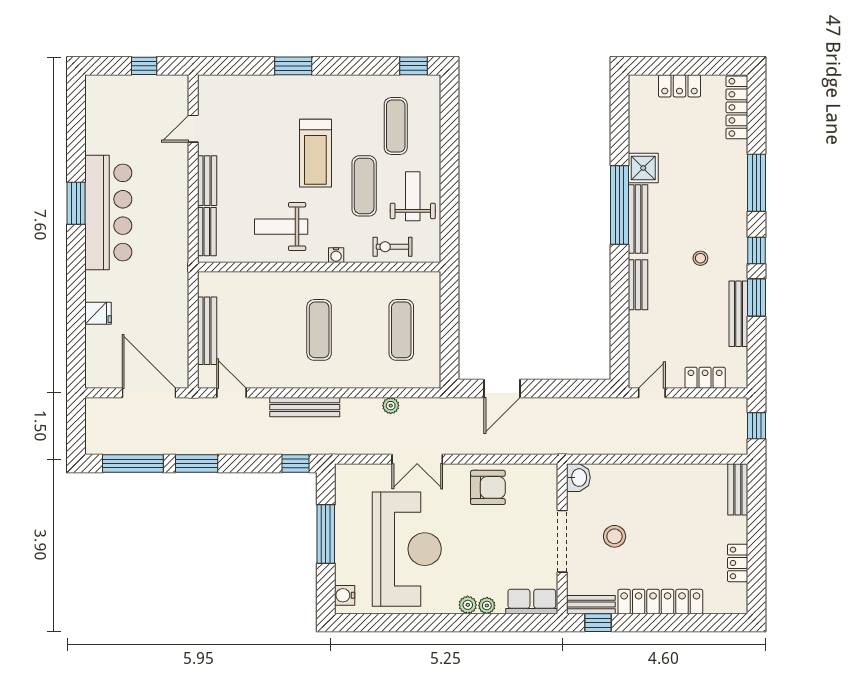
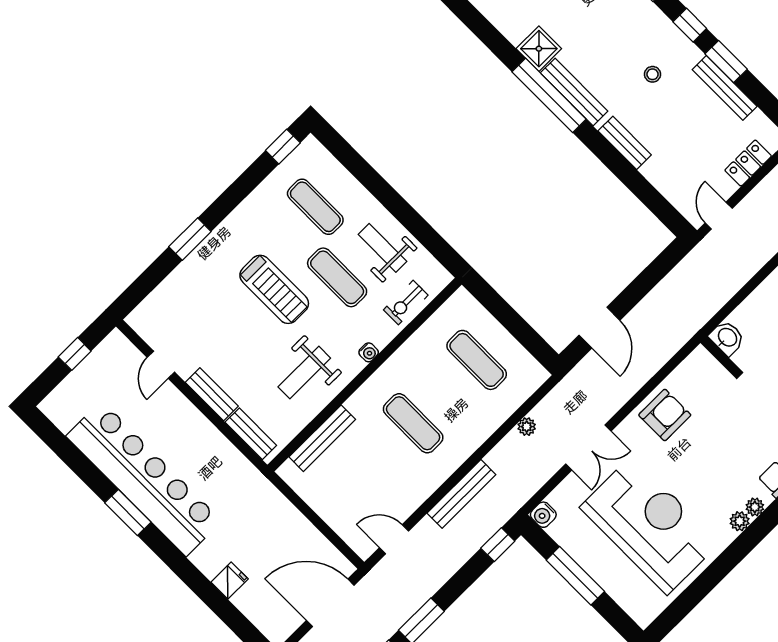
bar counter: (108, 212) -> (144, 479), width x1.36
bench: (207, 331) -> (322, 438), moved, turned 90
water cooler: (345, 595) -> (543, 515), moved

